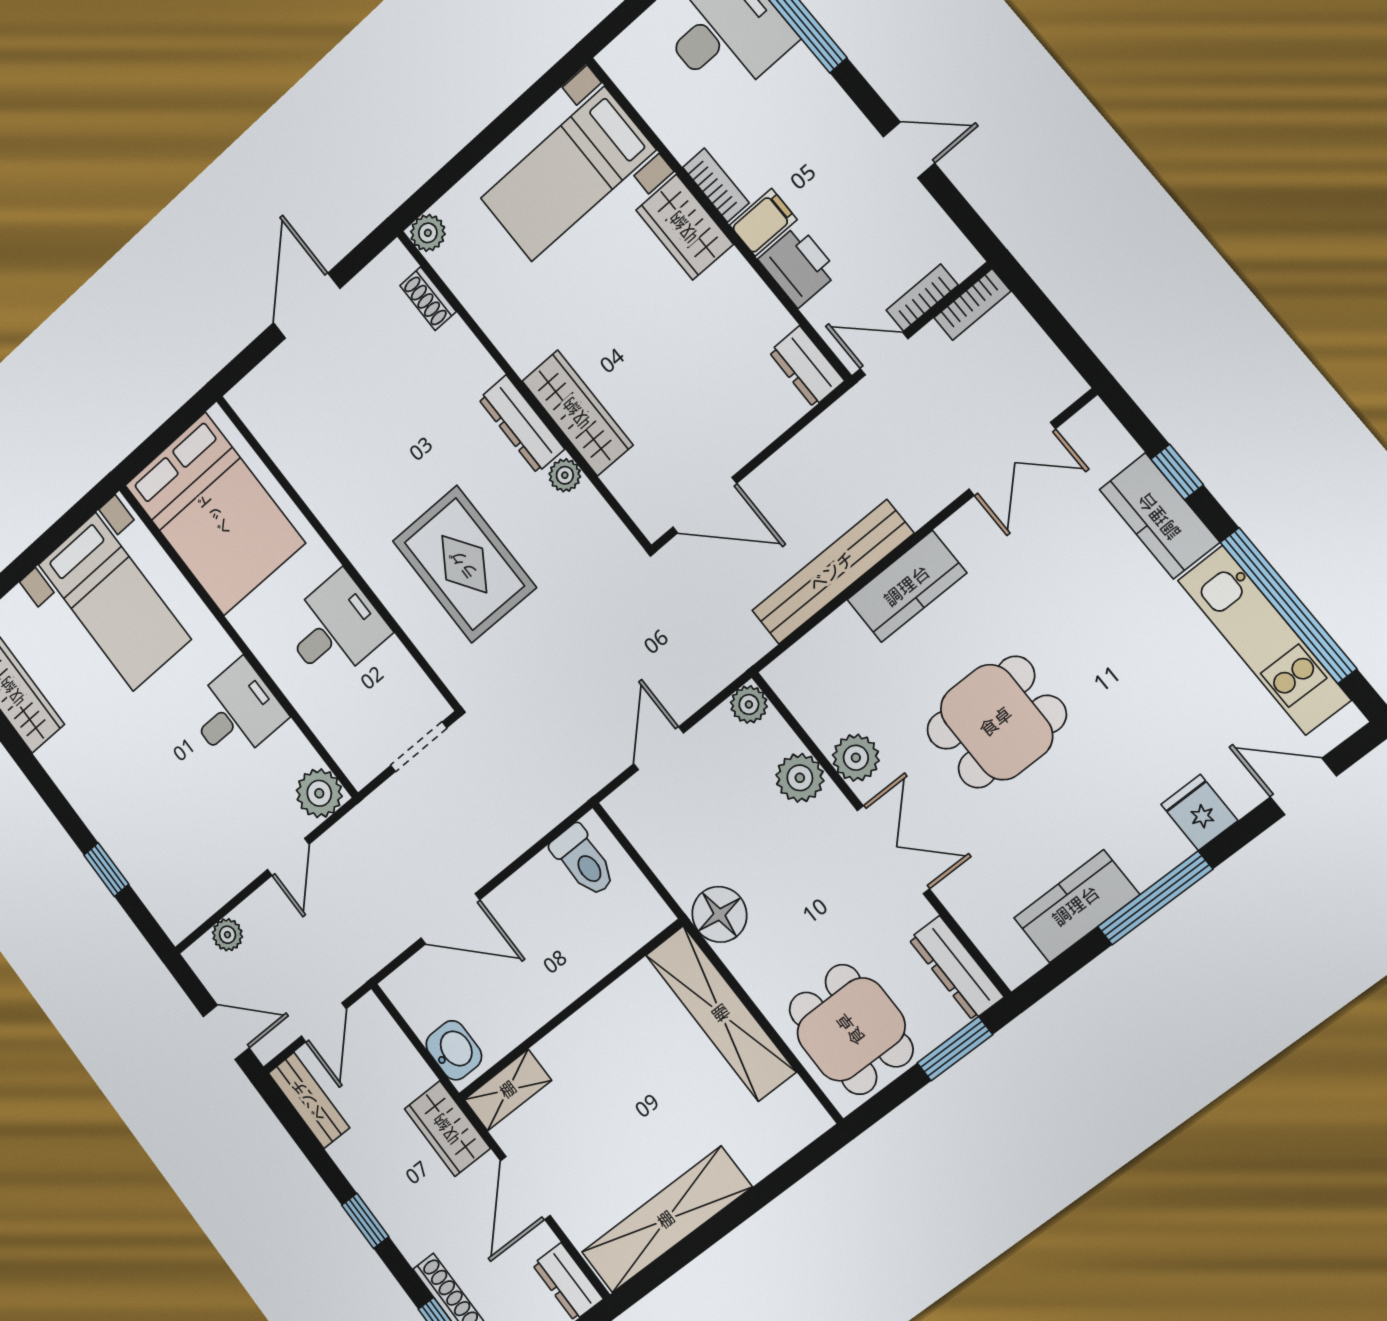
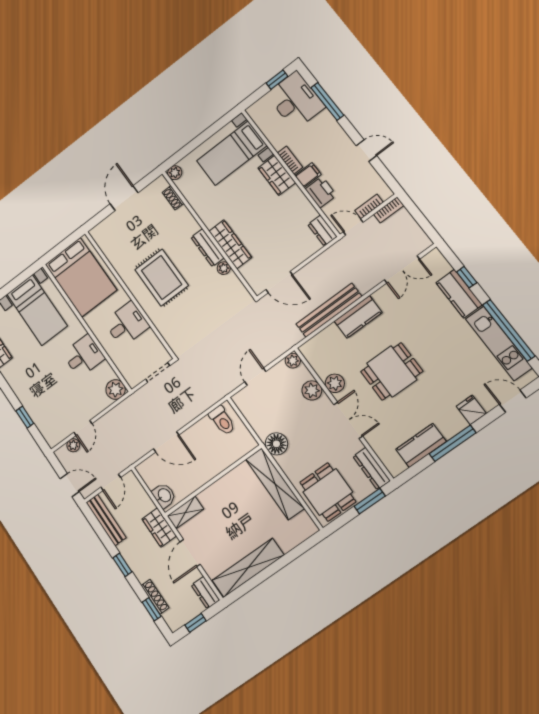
rug: (464, 564) -> (162, 277), moved
door: (288, 857) -> (83, 428), moved
bench: (309, 1100) -> (106, 520), width x1.36

